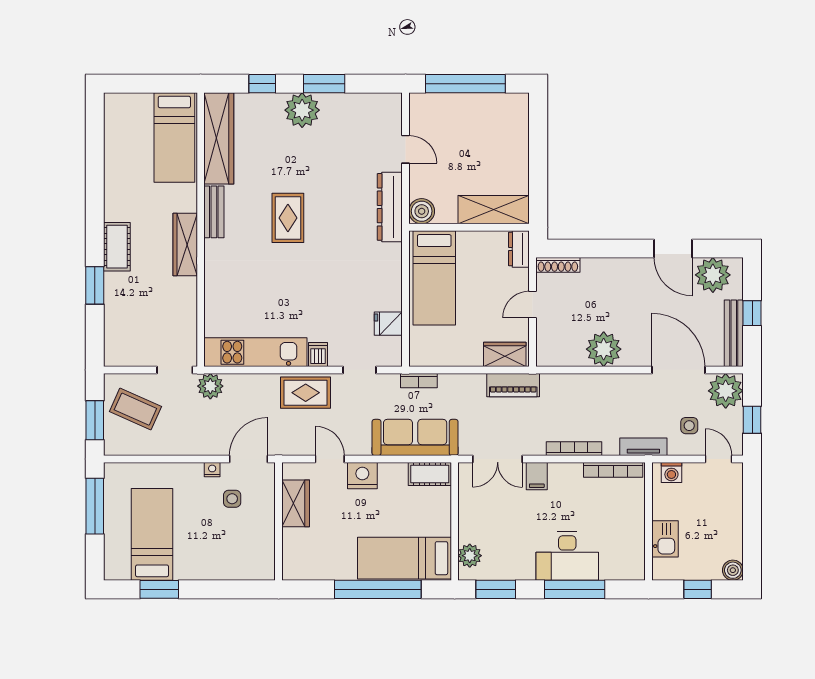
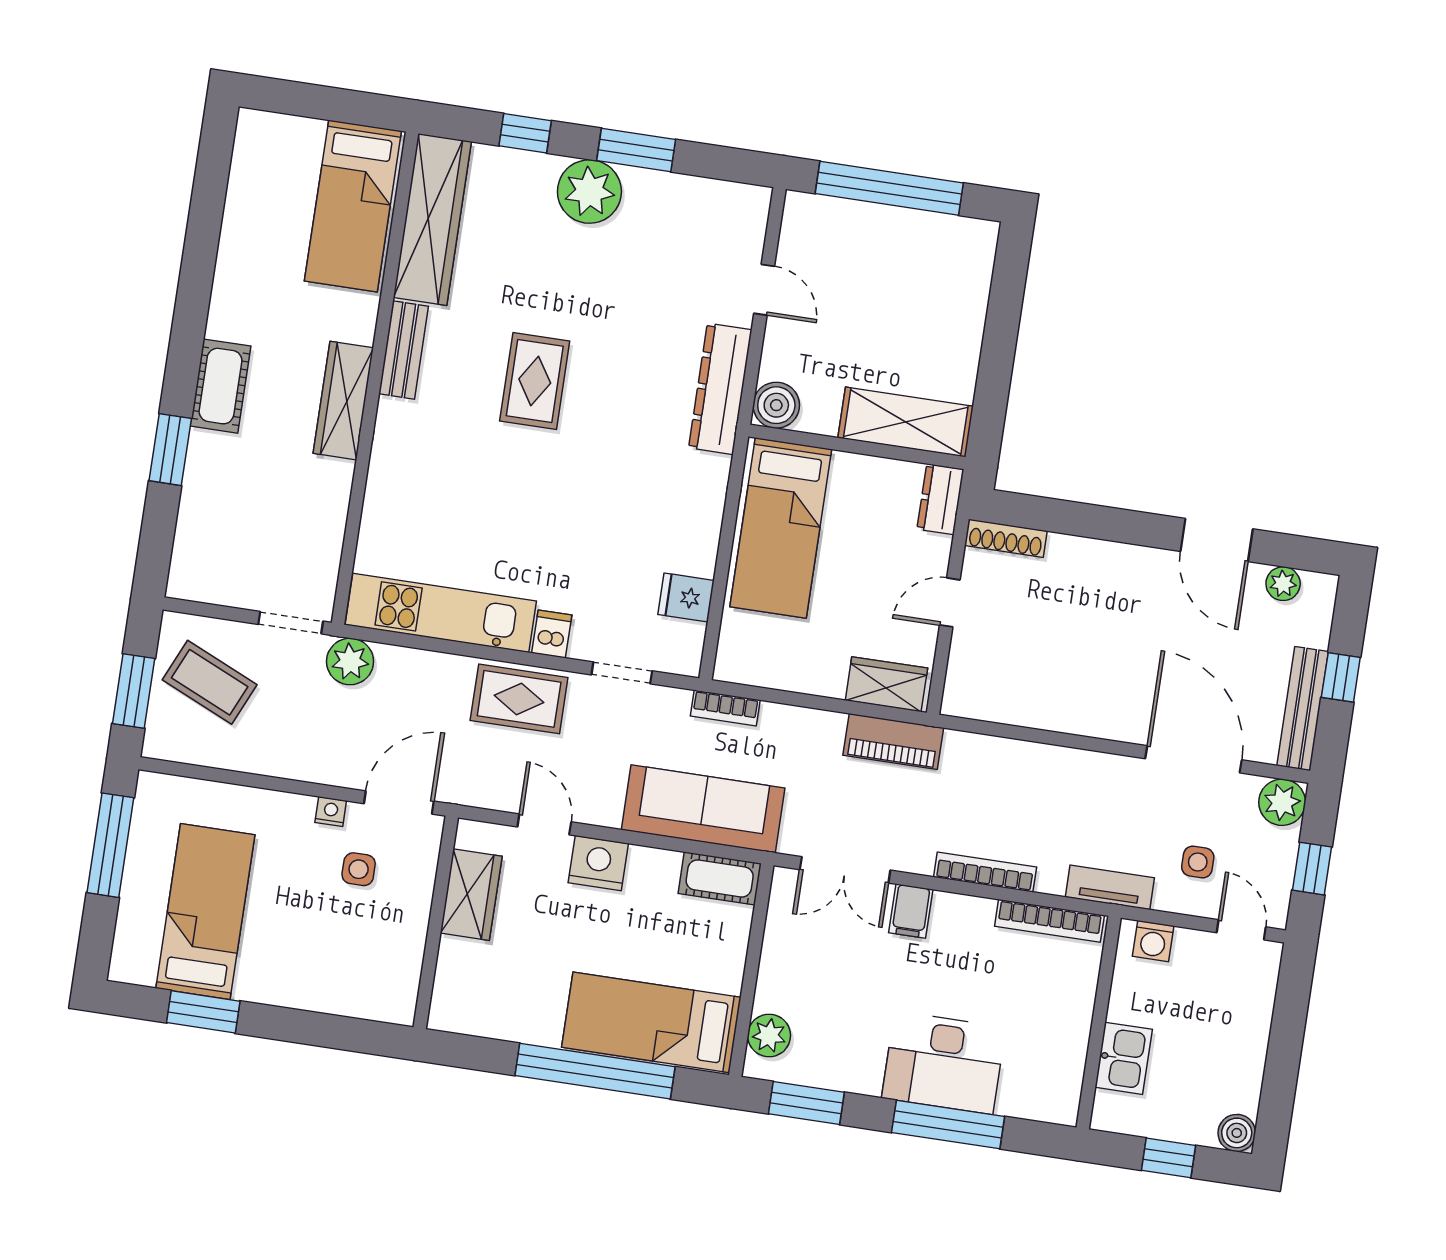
plant: (713, 275) -> (1283, 584), width x0.53, depth x0.53
plant: (604, 349) -> (1065, 702), removed
plant: (726, 391) -> (1282, 802), width x0.73, depth x0.73

